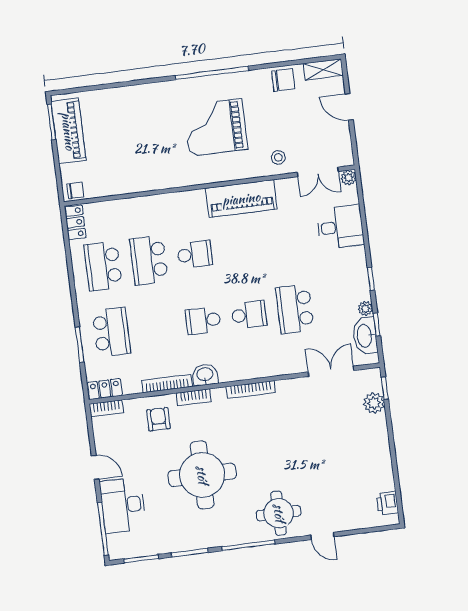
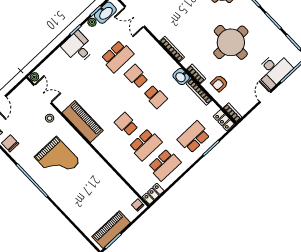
desk: (340, 227) -> (78, 48), moved

